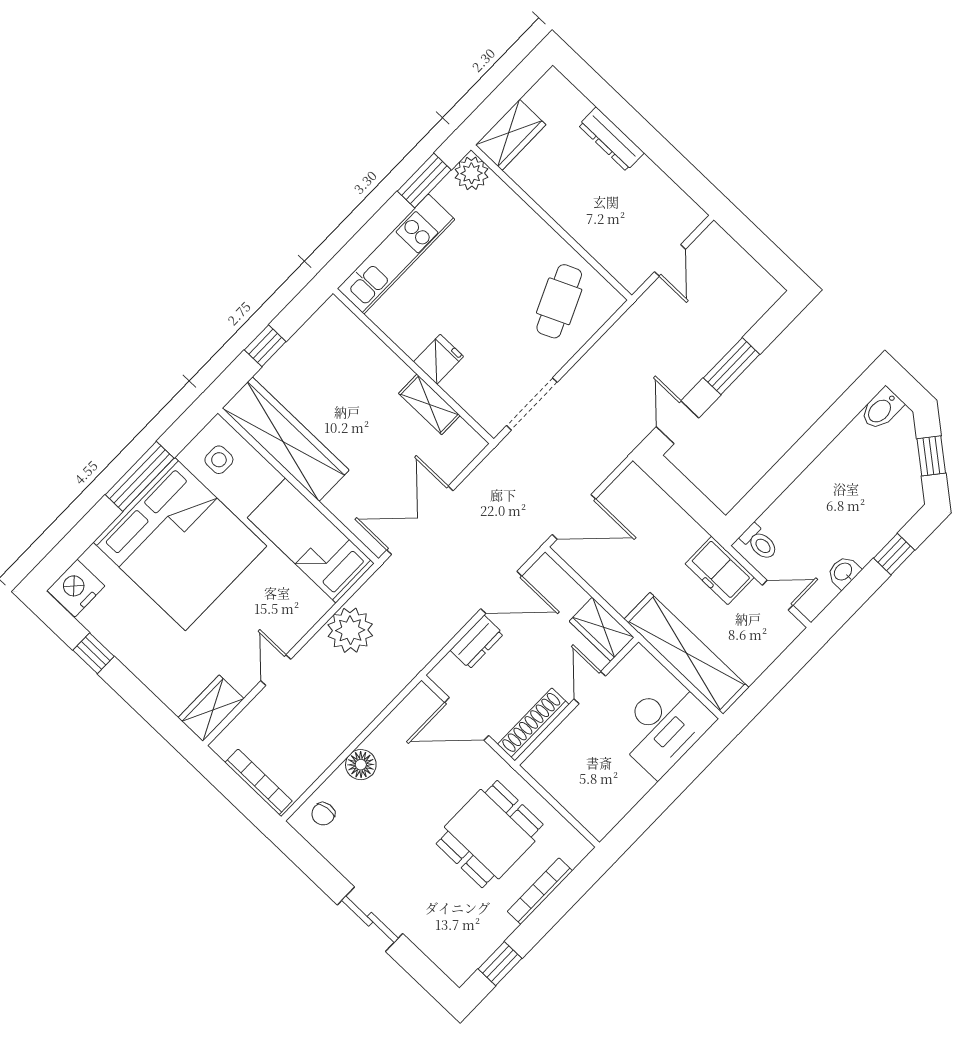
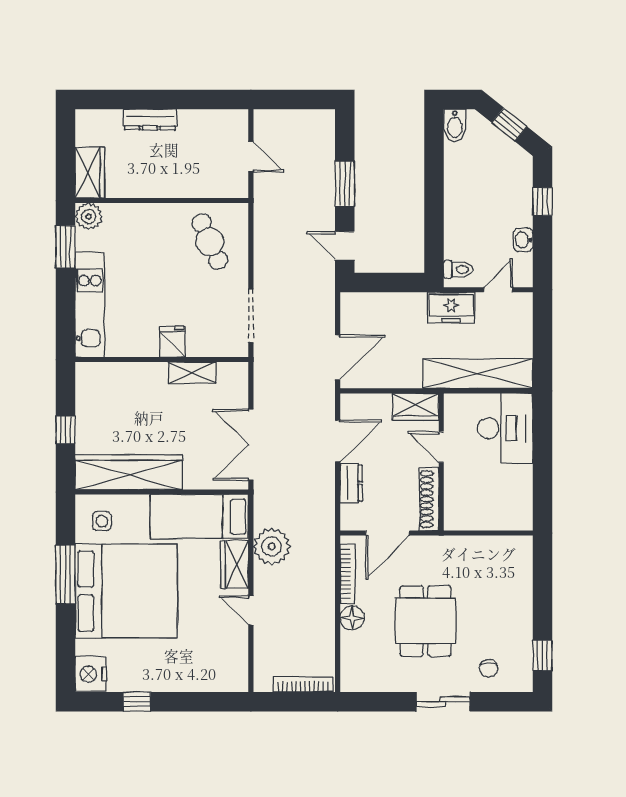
wardrobe: (211, 708) -> (235, 564), moved
chair: (323, 814) -> (489, 668), moved
dining table: (490, 834) -> (426, 621), moved
bookcase: (540, 891) -> (348, 574), moved, turned 180

